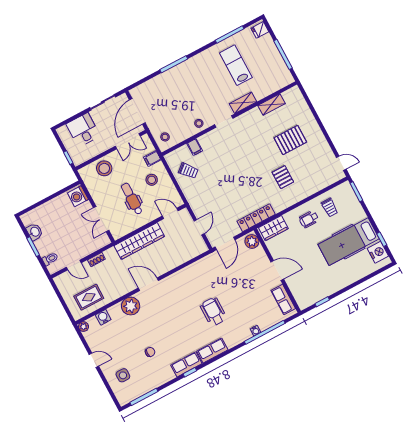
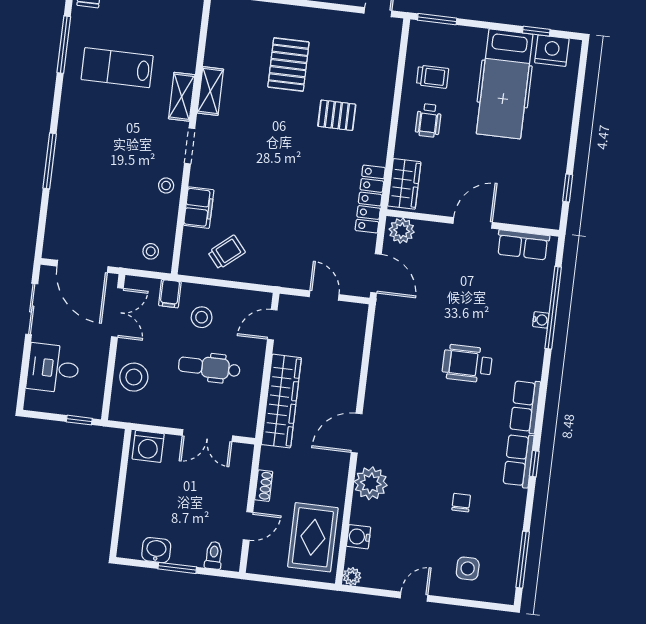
shelving: (272, 105) -> (210, 91), moved
filing cabinet: (195, 147) -> (199, 208), width x2.00
rug: (89, 297) -> (313, 537), width x1.36, depth x1.43

